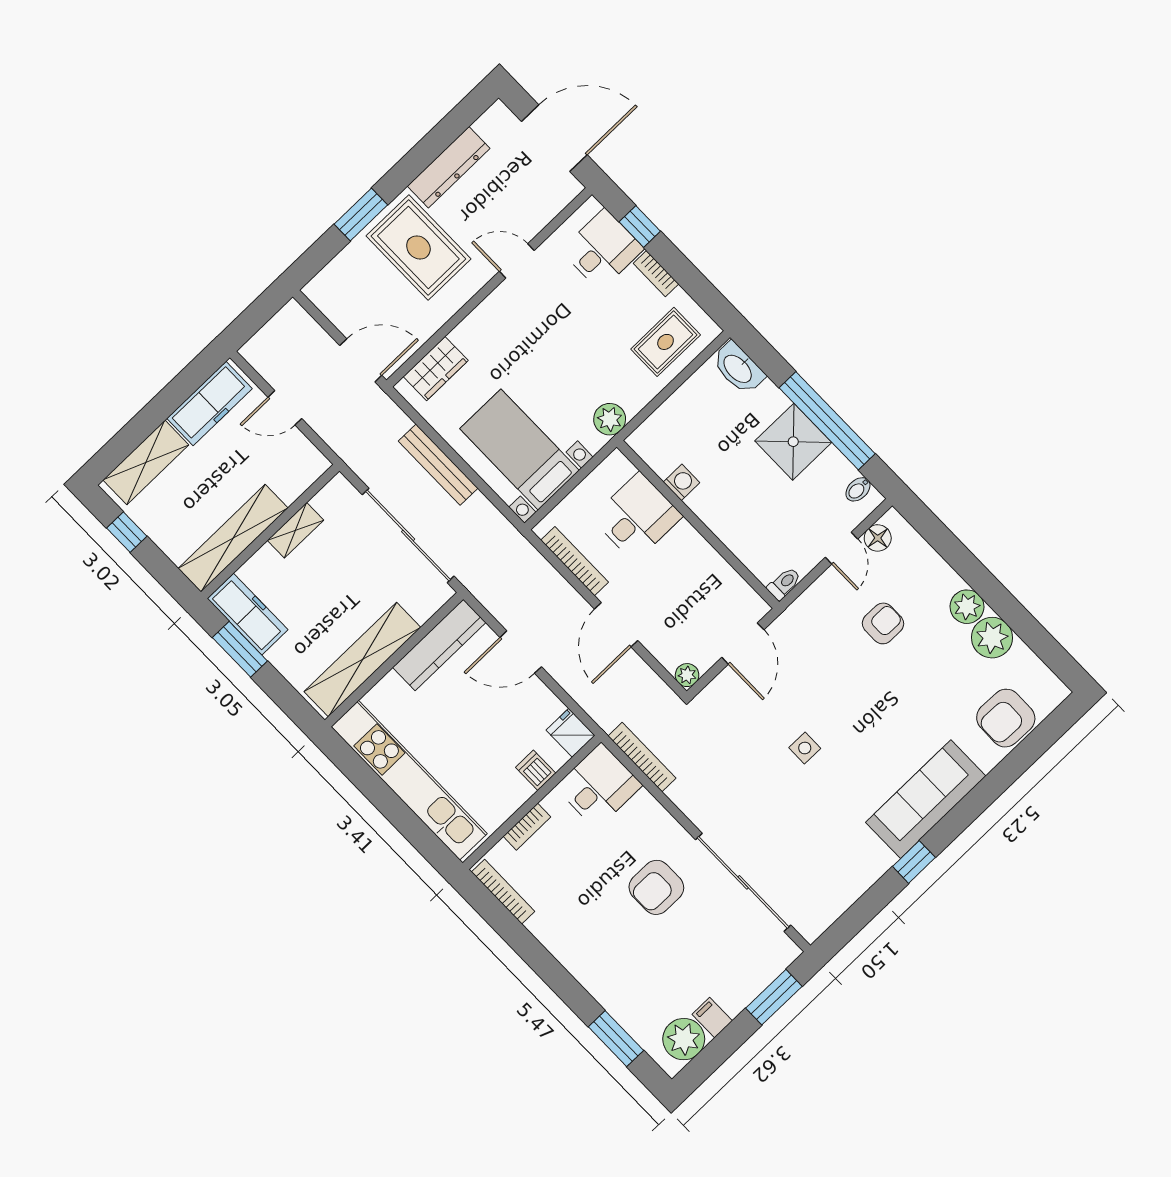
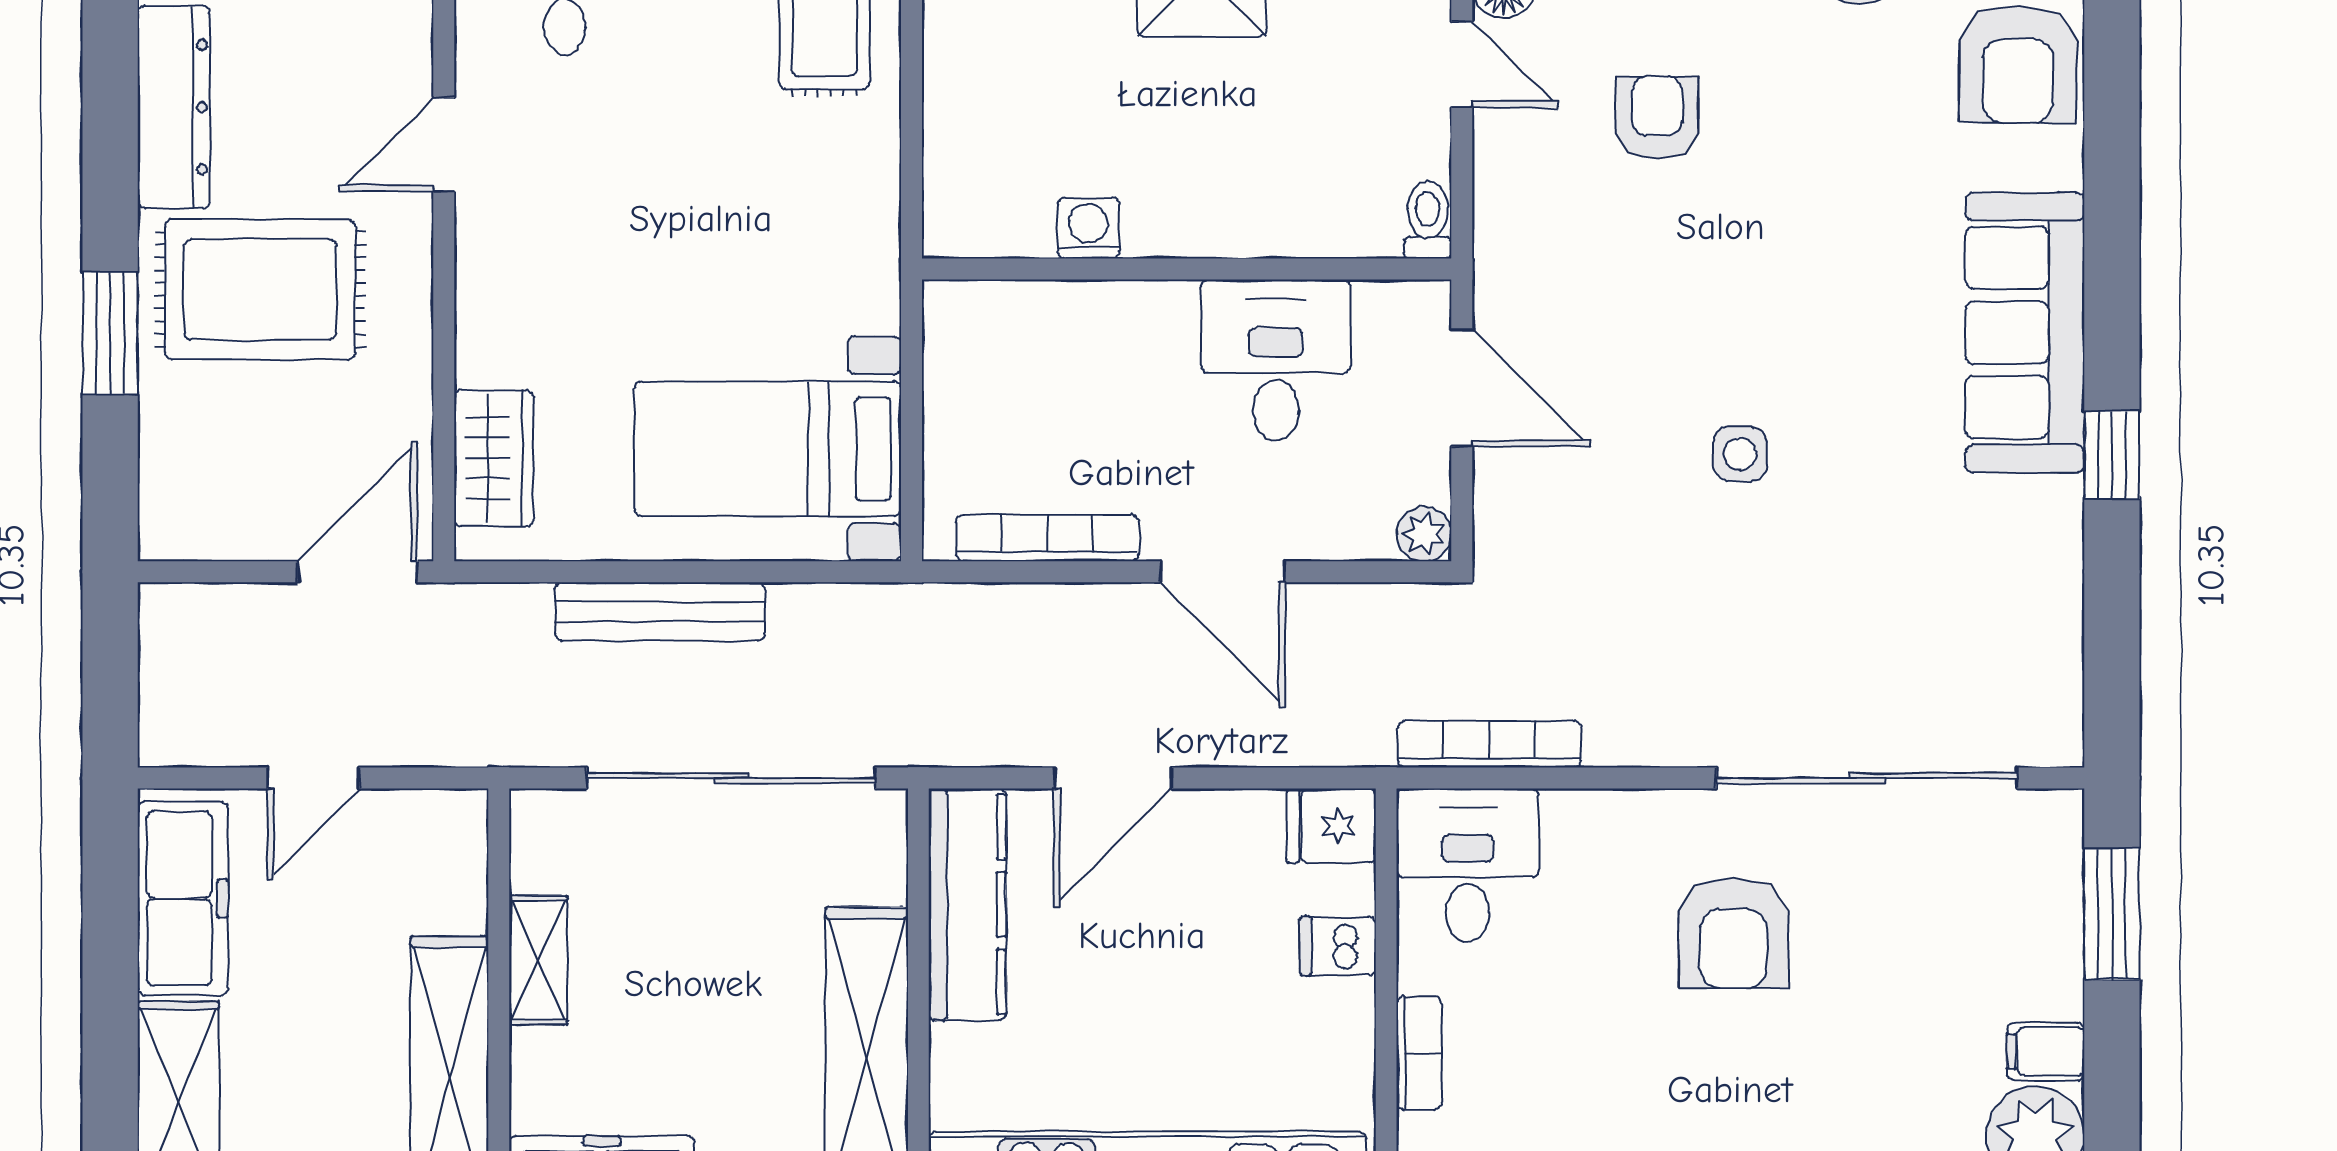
plant: (610, 419) -> (864, 246), removed
desk: (637, 517) -> (1276, 360), moved

